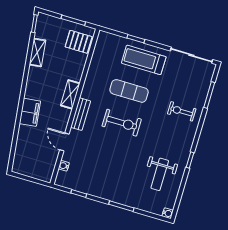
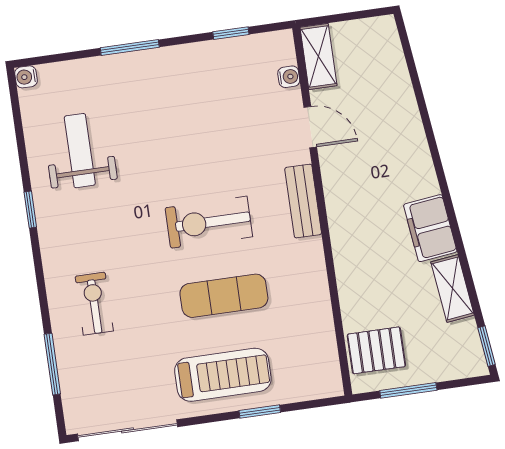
shelving: (70, 94) -> (318, 56), moved
exercise bike: (182, 111) -> (94, 304), turned -90
filing cabinet: (30, 112) -> (430, 228), moved

